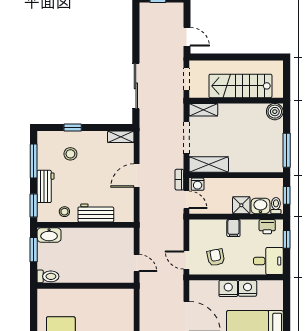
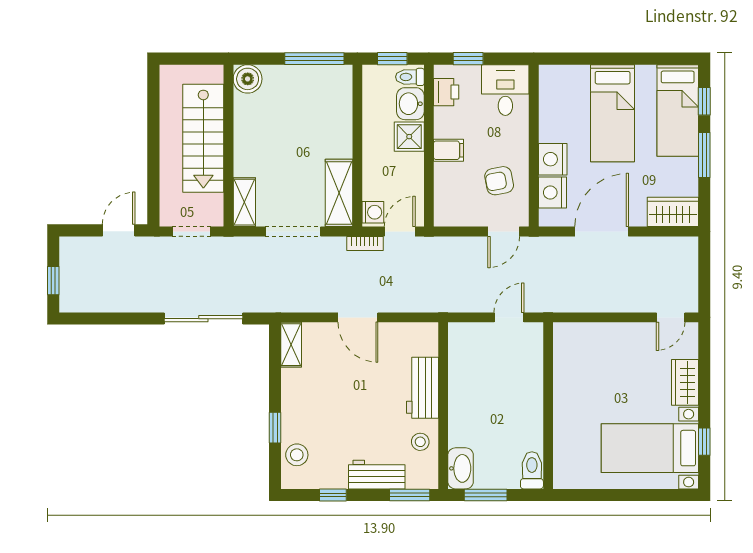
stool: (70, 154) -> (297, 455), moved
window: (34, 161) -> (333, 495), width x0.46
nightstand: (248, 288) -> (552, 192), moved

